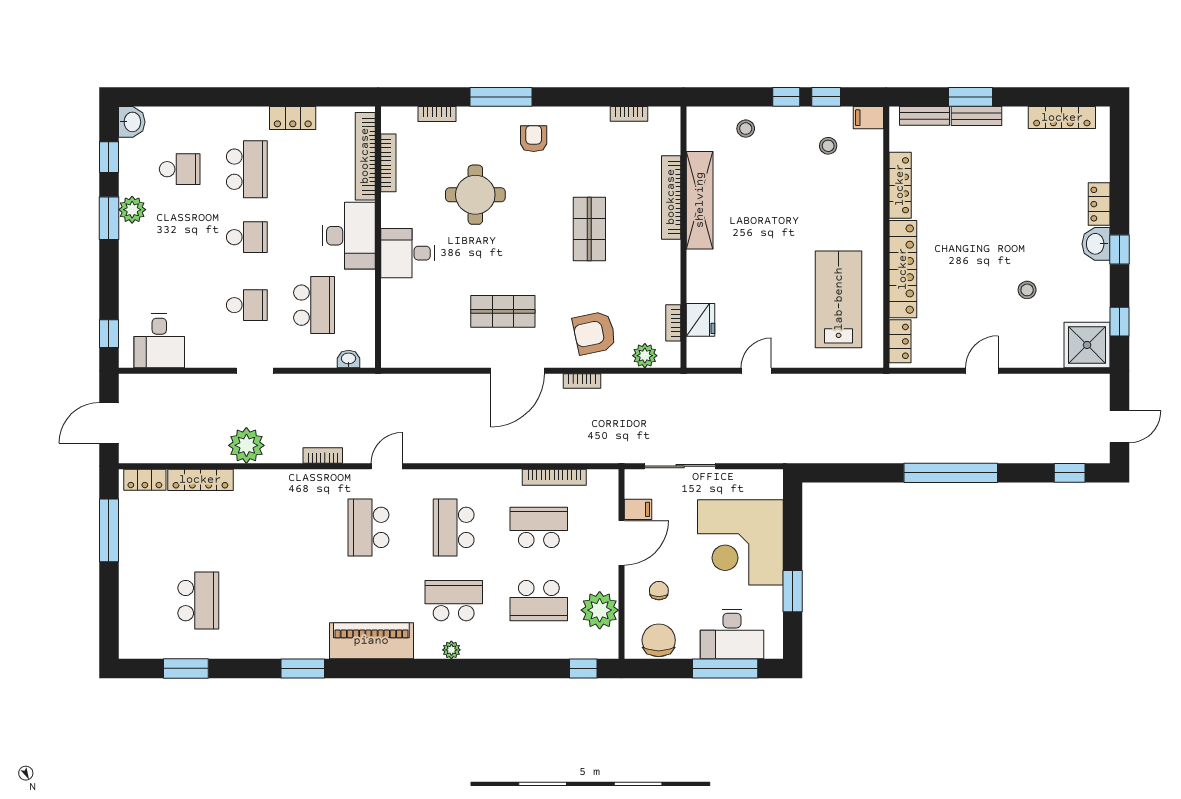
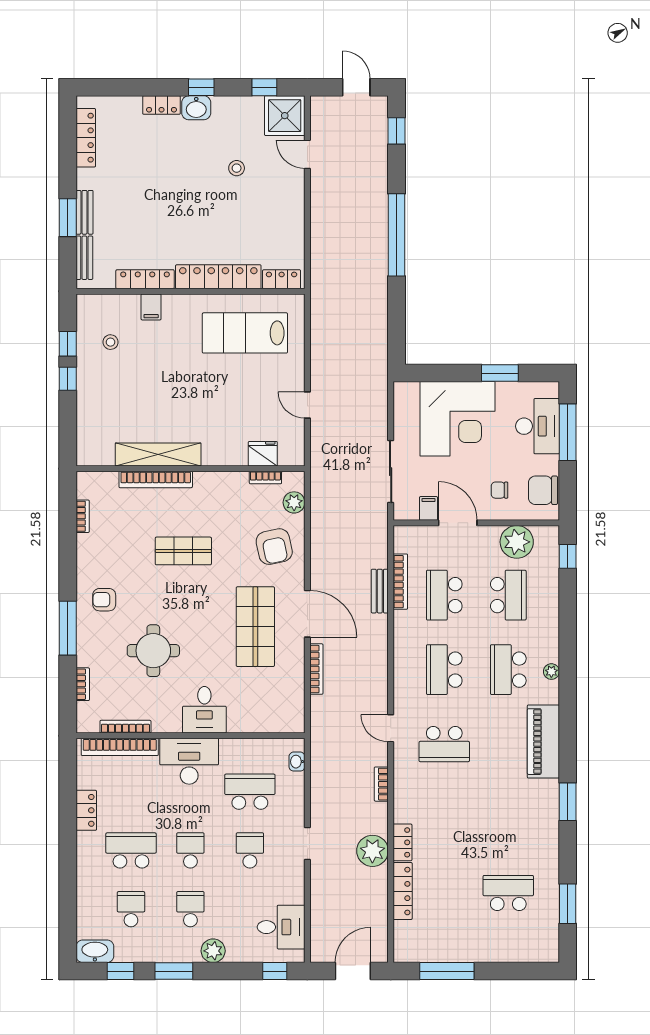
filing cabinet: (868, 118) -> (151, 307), moved
washbasin: (132, 122) -> (95, 951), width x1.38
stool: (746, 129) -> (95, 414), removed
plant: (132, 210) -> (213, 951), moved
school desk: (180, 237) -> (190, 909), added
shop shelf: (503, 311) -> (255, 627), width x1.43, depth x1.36
door: (982, 371) -> (307, 154), moved
bookcase: (582, 381) -> (316, 669), moved, width x1.56
door: (109, 423) -> (353, 971), swing flipped
bench: (543, 454) -> (380, 591), added
locker: (145, 480) -> (403, 842), moved
school desk: (454, 527) -> (444, 670), turned 90

